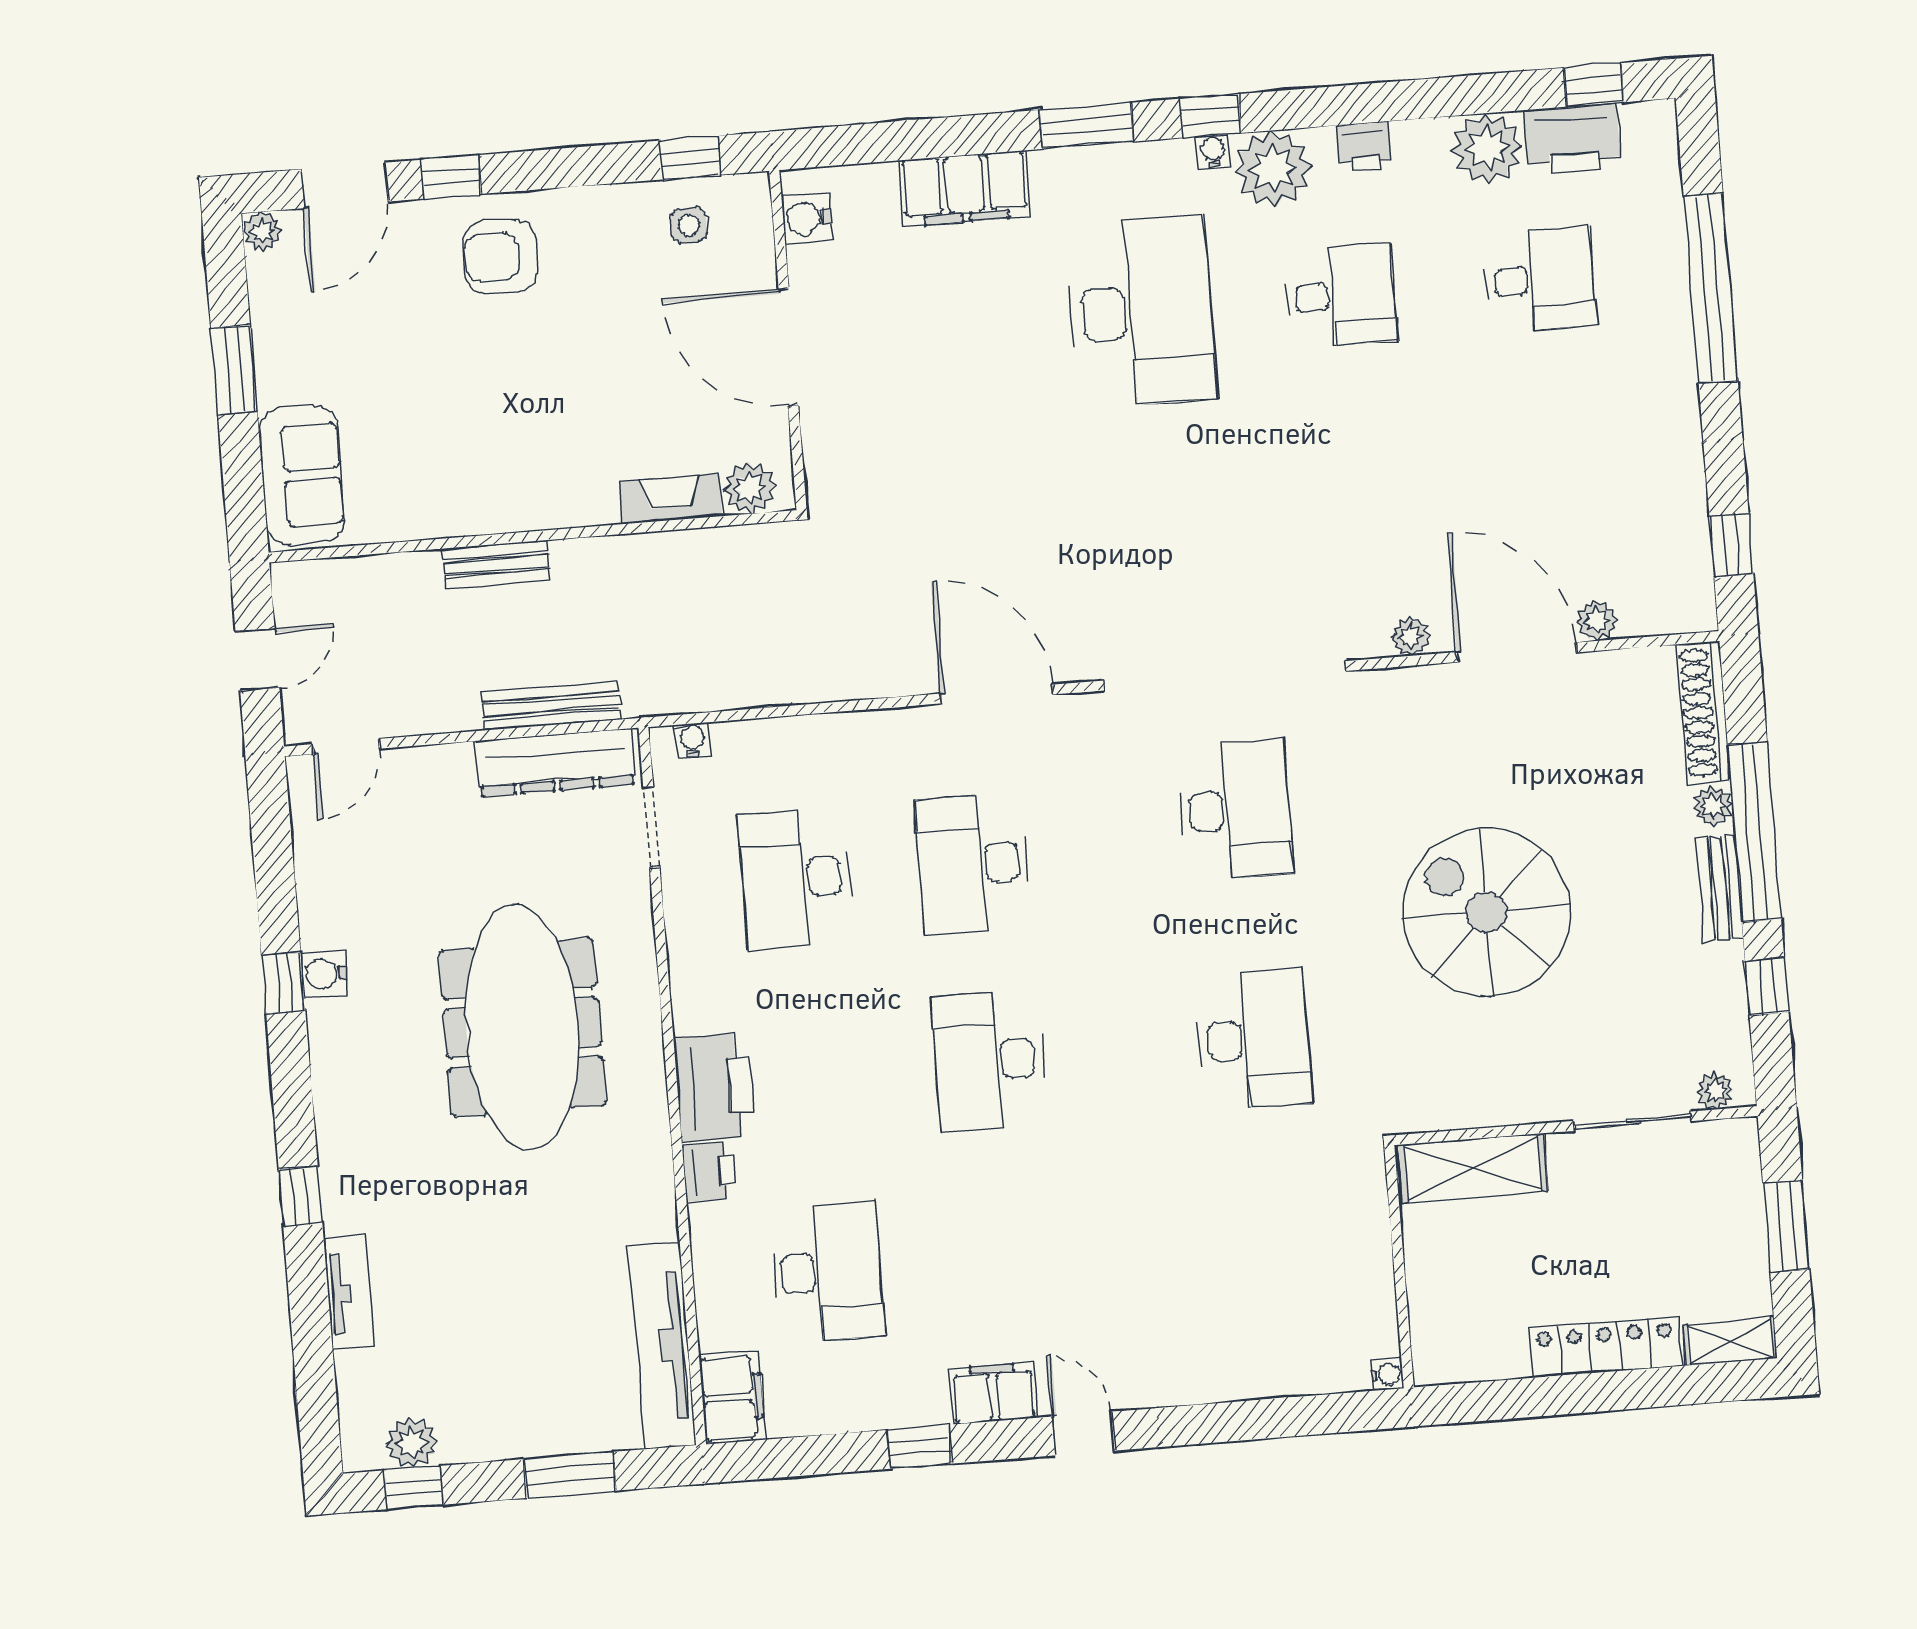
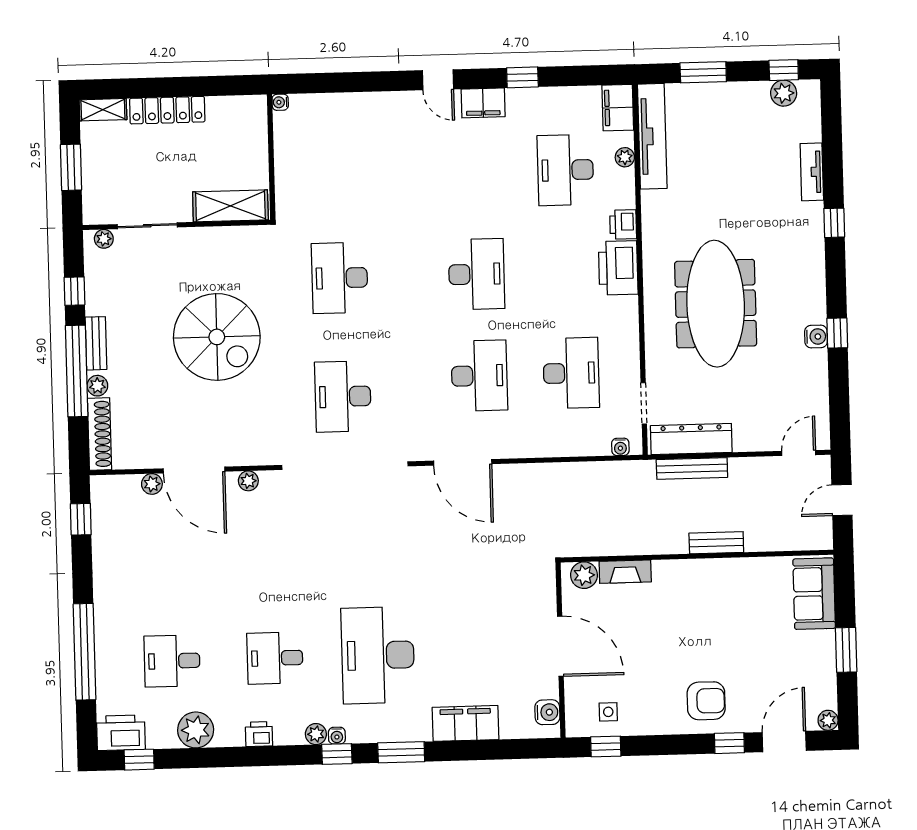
printer: (1572, 140) -> (121, 733), moved
plant: (1273, 169) -> (316, 734), width x0.53, depth x0.53
plant: (713, 1302) -> (625, 157), added

